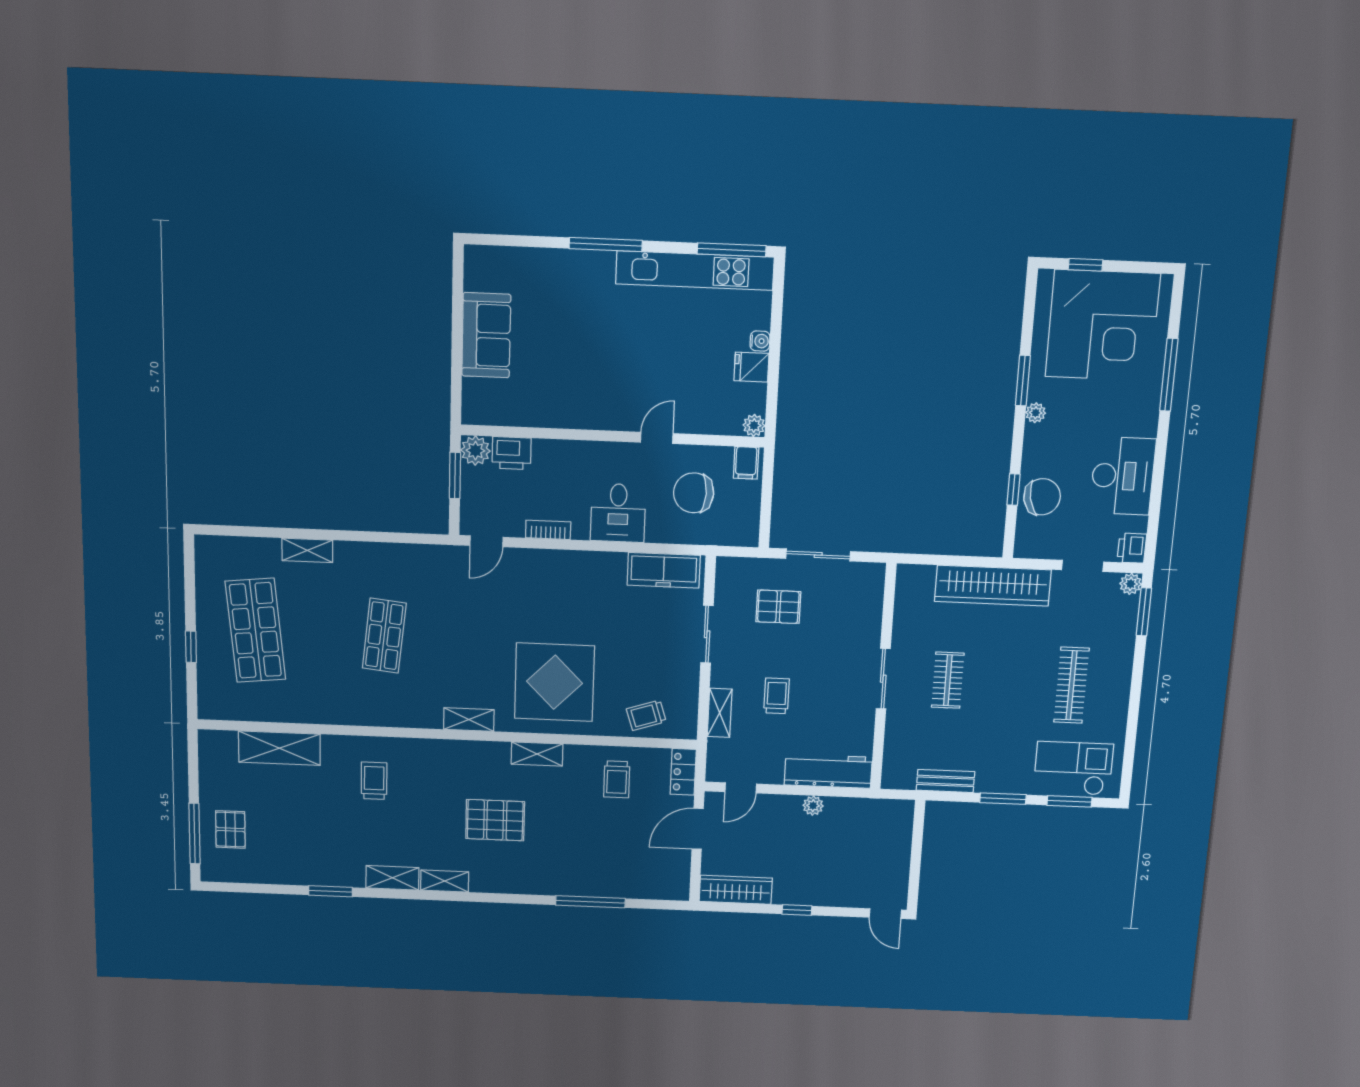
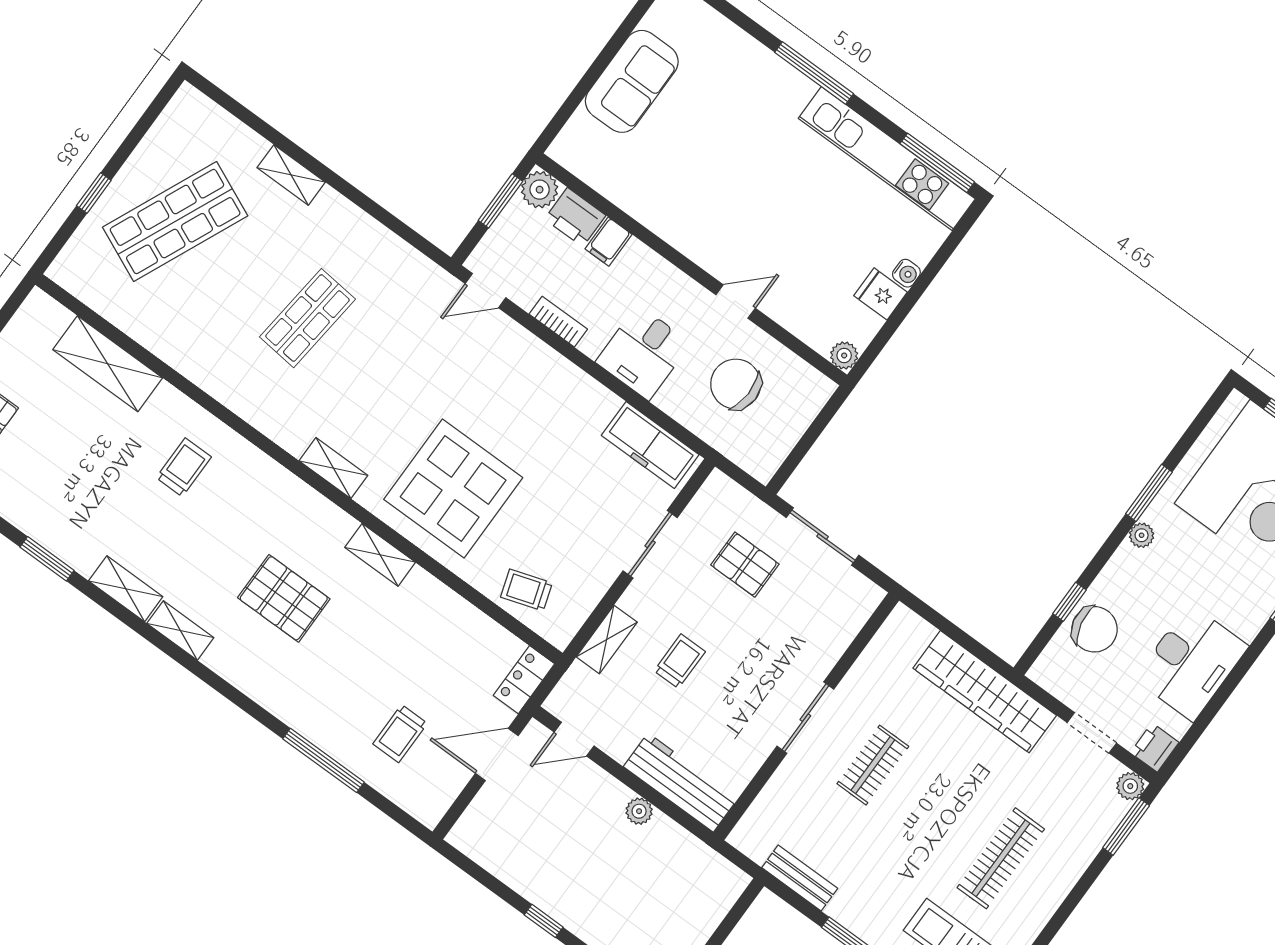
filing cabinet: (746, 463) -> (608, 242), moved
shop shelf: (255, 630) -> (175, 222), turned 30
trolley: (617, 779) -> (400, 734), moved
wardrobe: (736, 890) -> (492, 853), removed

